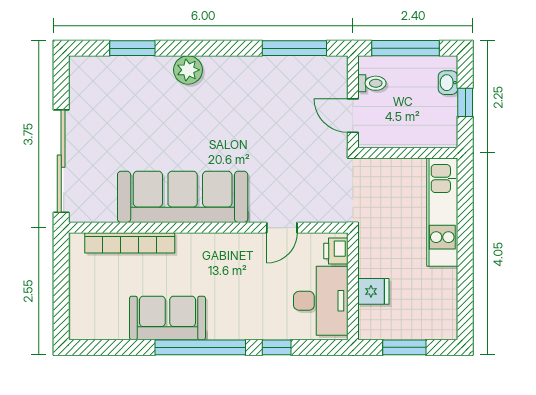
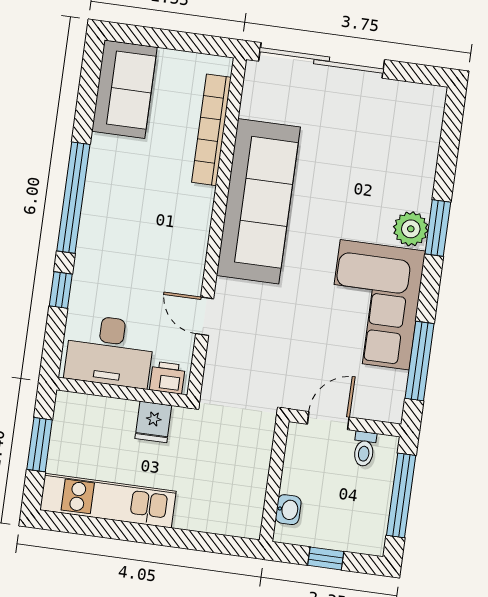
window: (132, 48) -> (438, 228), moved
washbasin: (448, 83) -> (288, 510), moved, turned 90
corner sofa: (254, 91) -> (375, 305), added
kitchen unit: (442, 212) -> (108, 501), moved
fridge: (373, 291) -> (153, 422), moved
sofa: (167, 318) -> (124, 89), moved

